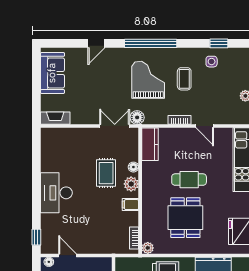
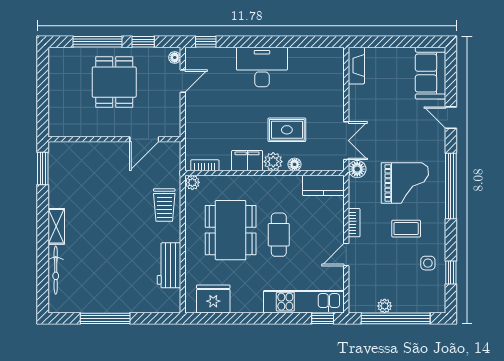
sofa: (52, 73) -> (431, 73), moved, turned 90
filing cabinet: (130, 205) -> (247, 161), width x2.00
dining table: (185, 218) -> (231, 230), width x1.38

